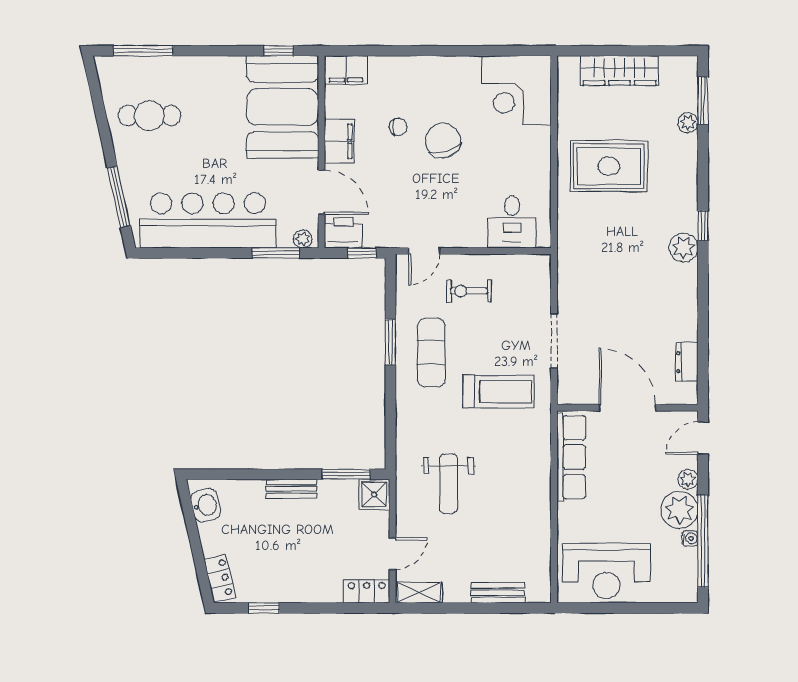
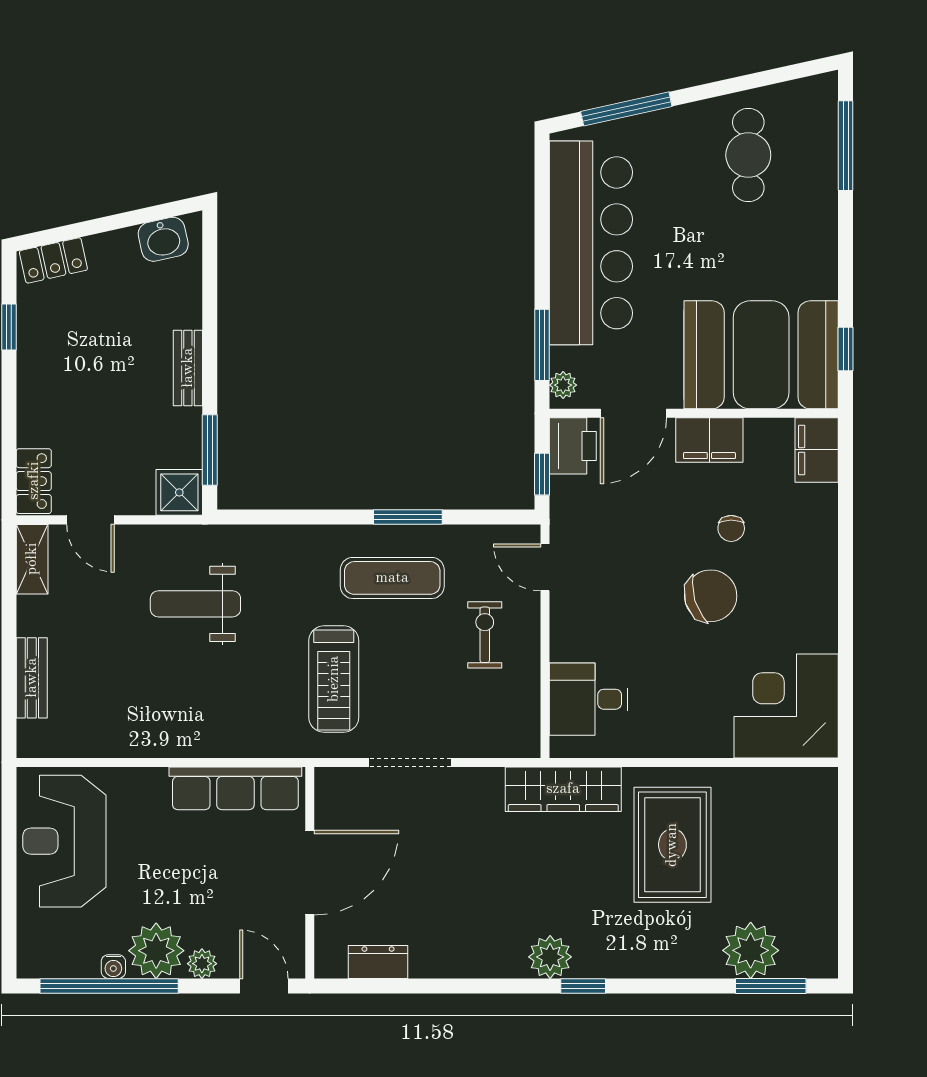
wardrobe: (619, 71) -> (563, 789), moved, turned -90
plant: (688, 123) -> (751, 950), width x1.88, depth x1.88

